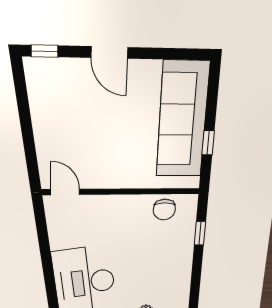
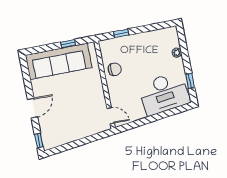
door: (65, 192) -> (111, 116), swing flipped
chair: (164, 210) -> (115, 69), moved

